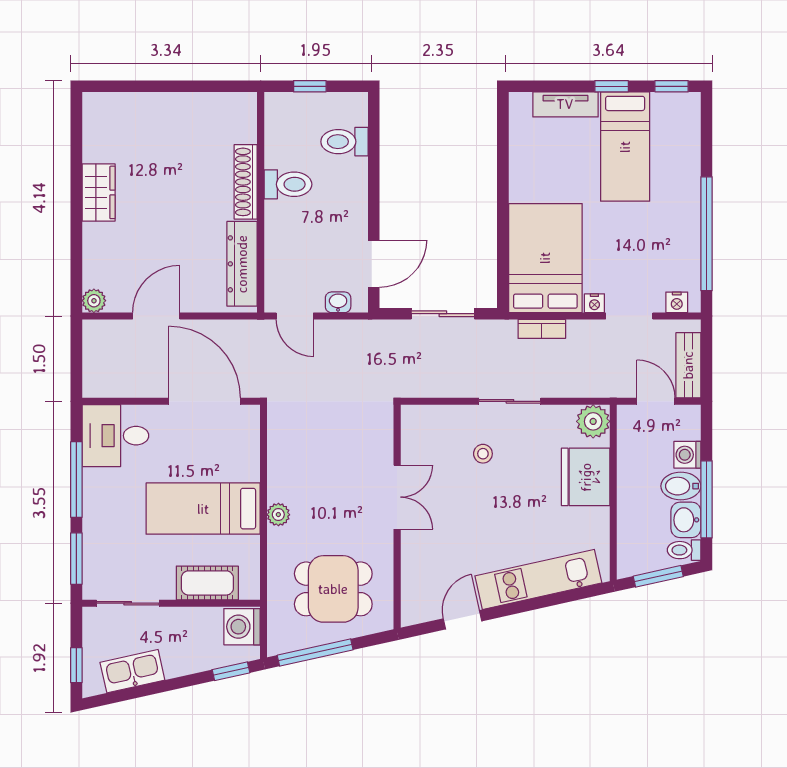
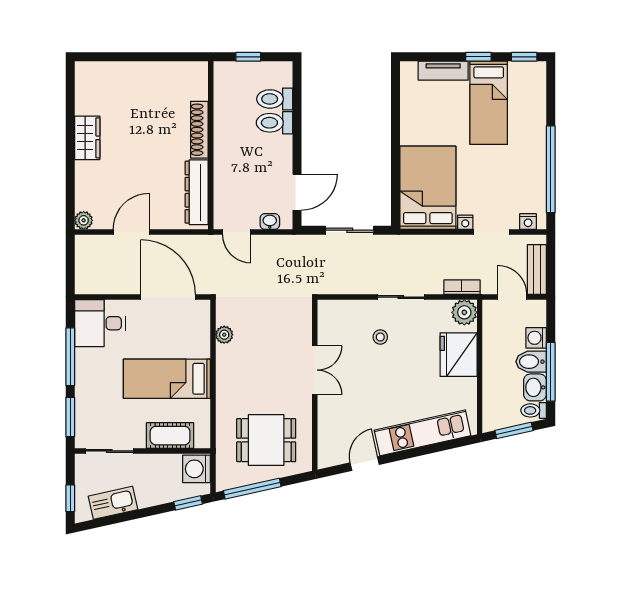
toilet: (288, 184) -> (274, 123), moved, turned 180
bookcase: (542, 329) -> (462, 287), moved, turned 180
plant: (278, 515) -> (224, 335), moved

